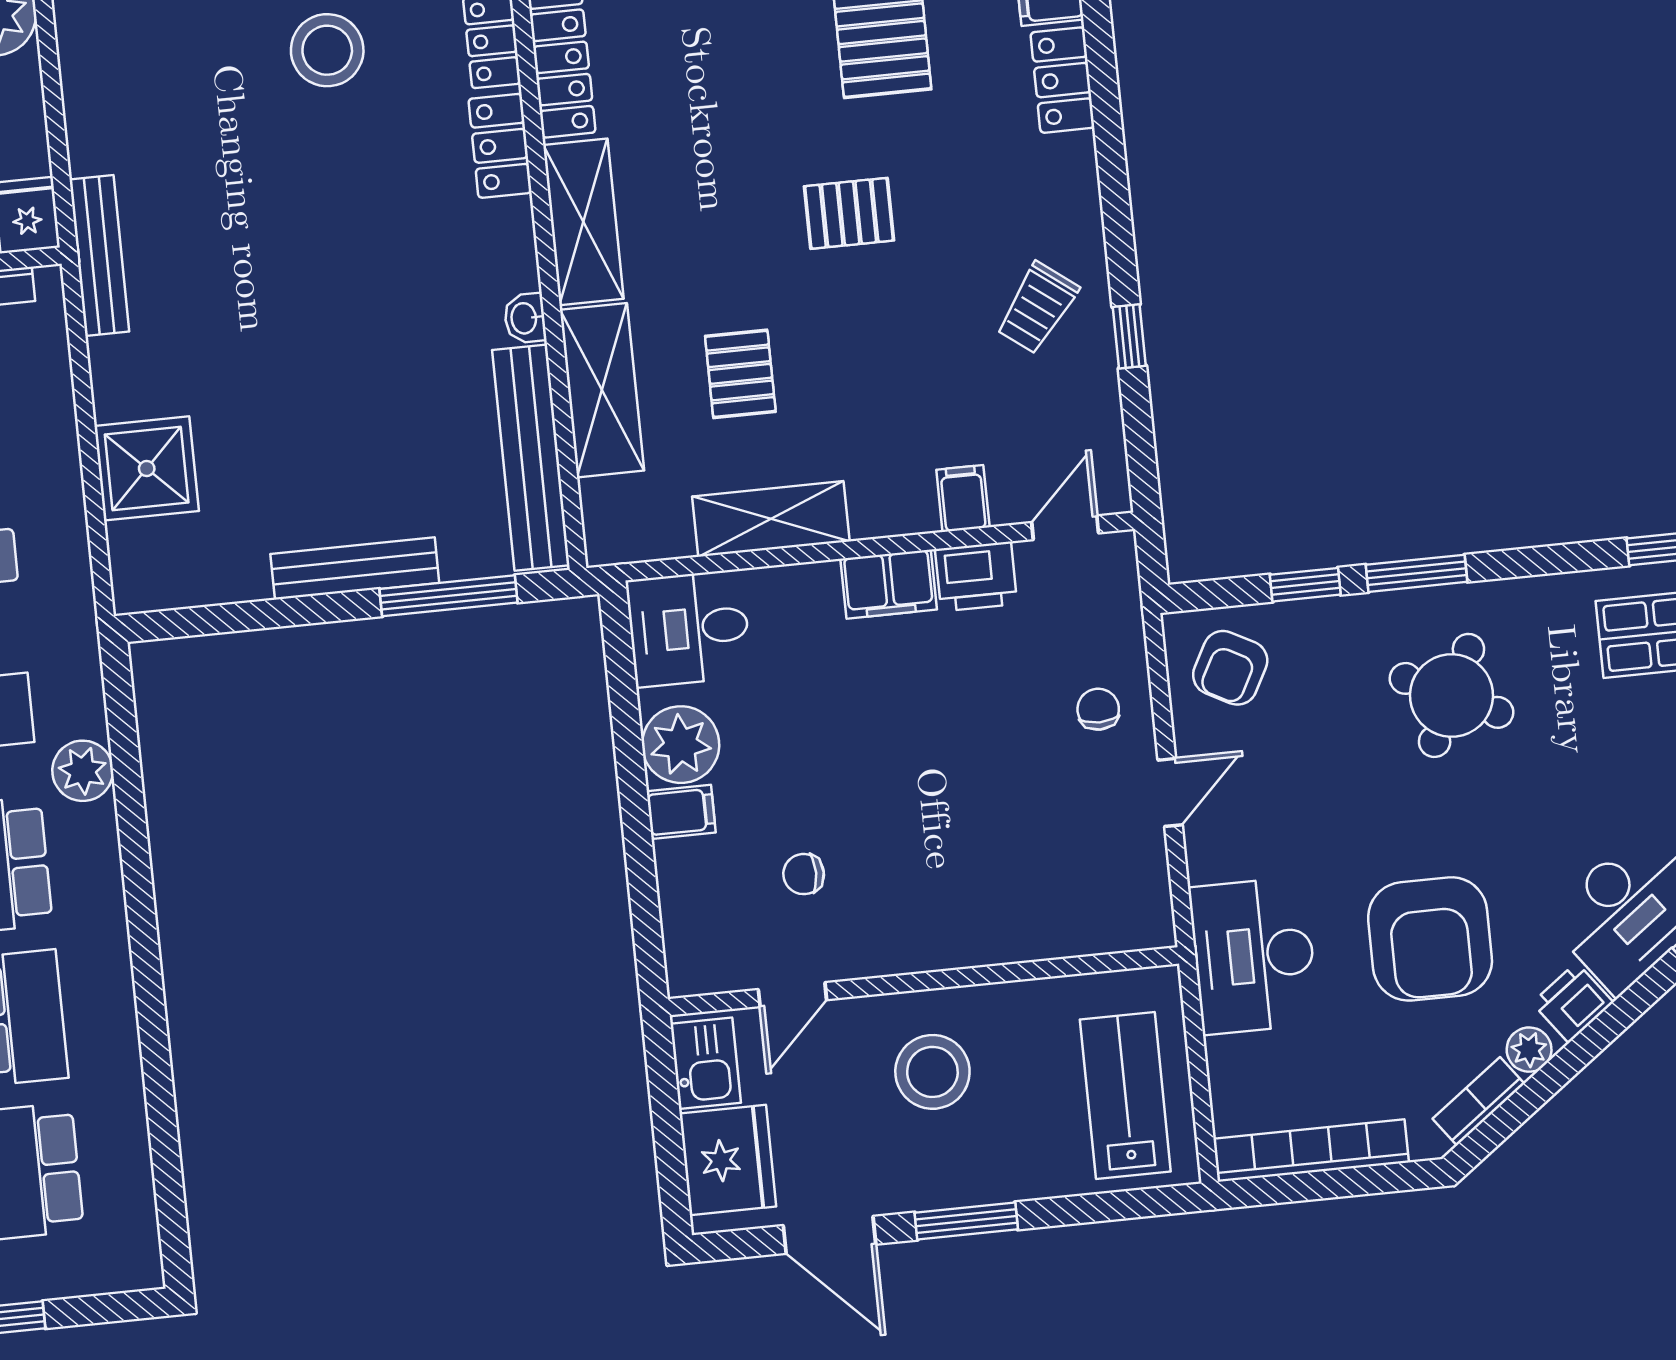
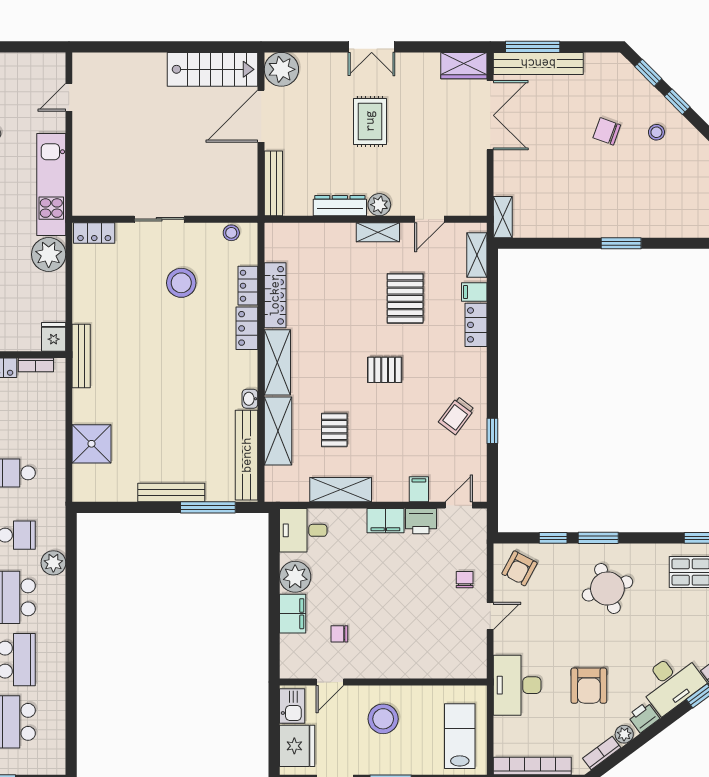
round table: (1452, 695) -> (607, 588), turned 45
filing cabinet: (681, 812) -> (293, 614), width x2.00
armchair: (1430, 939) -> (589, 686), width x0.73, depth x0.73

